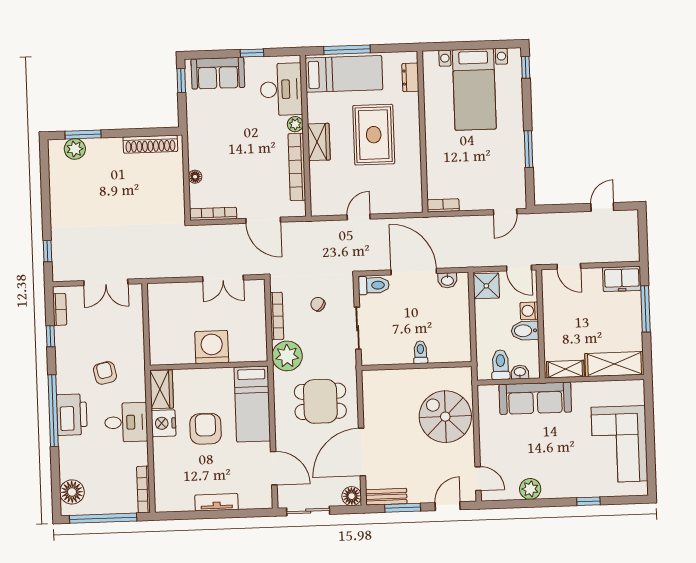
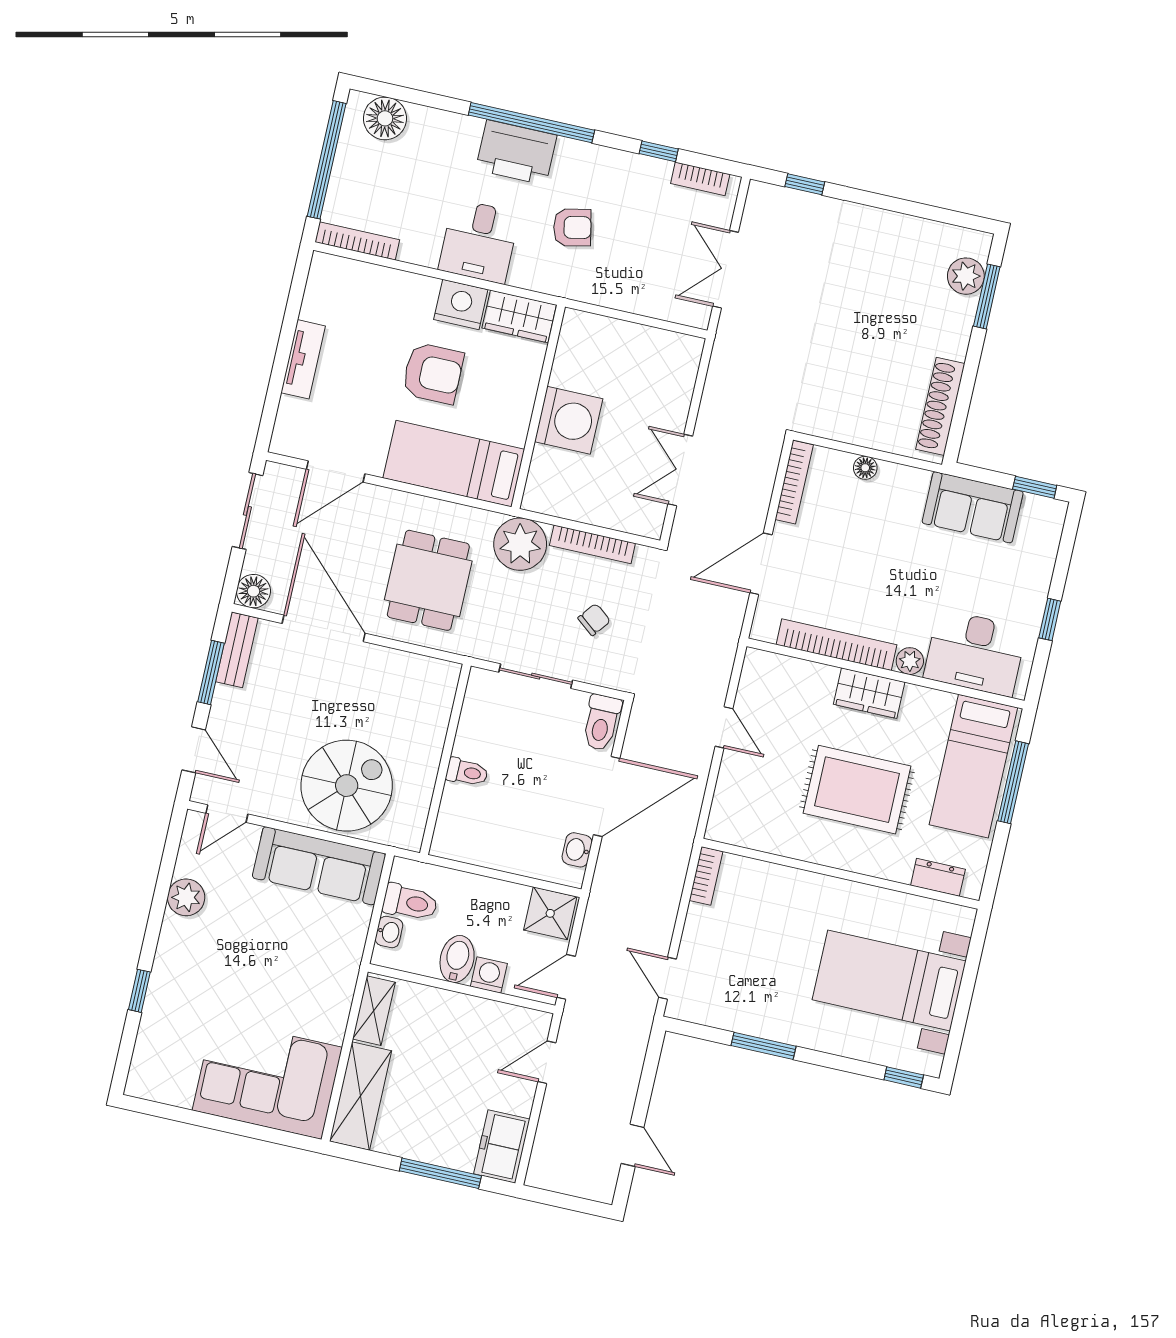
sofa: (218, 73) -> (973, 507), moved, turned -90
sofa: (535, 398) -> (319, 866), moved, turned -90
corner sofa: (619, 444) -> (267, 1079), moved

